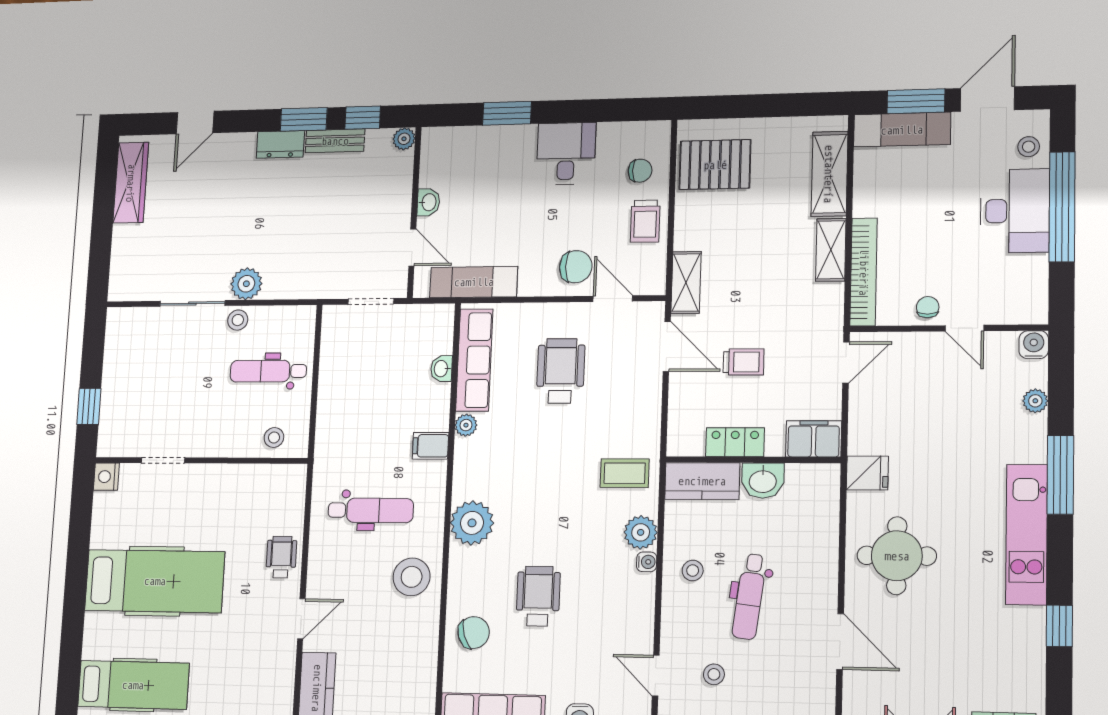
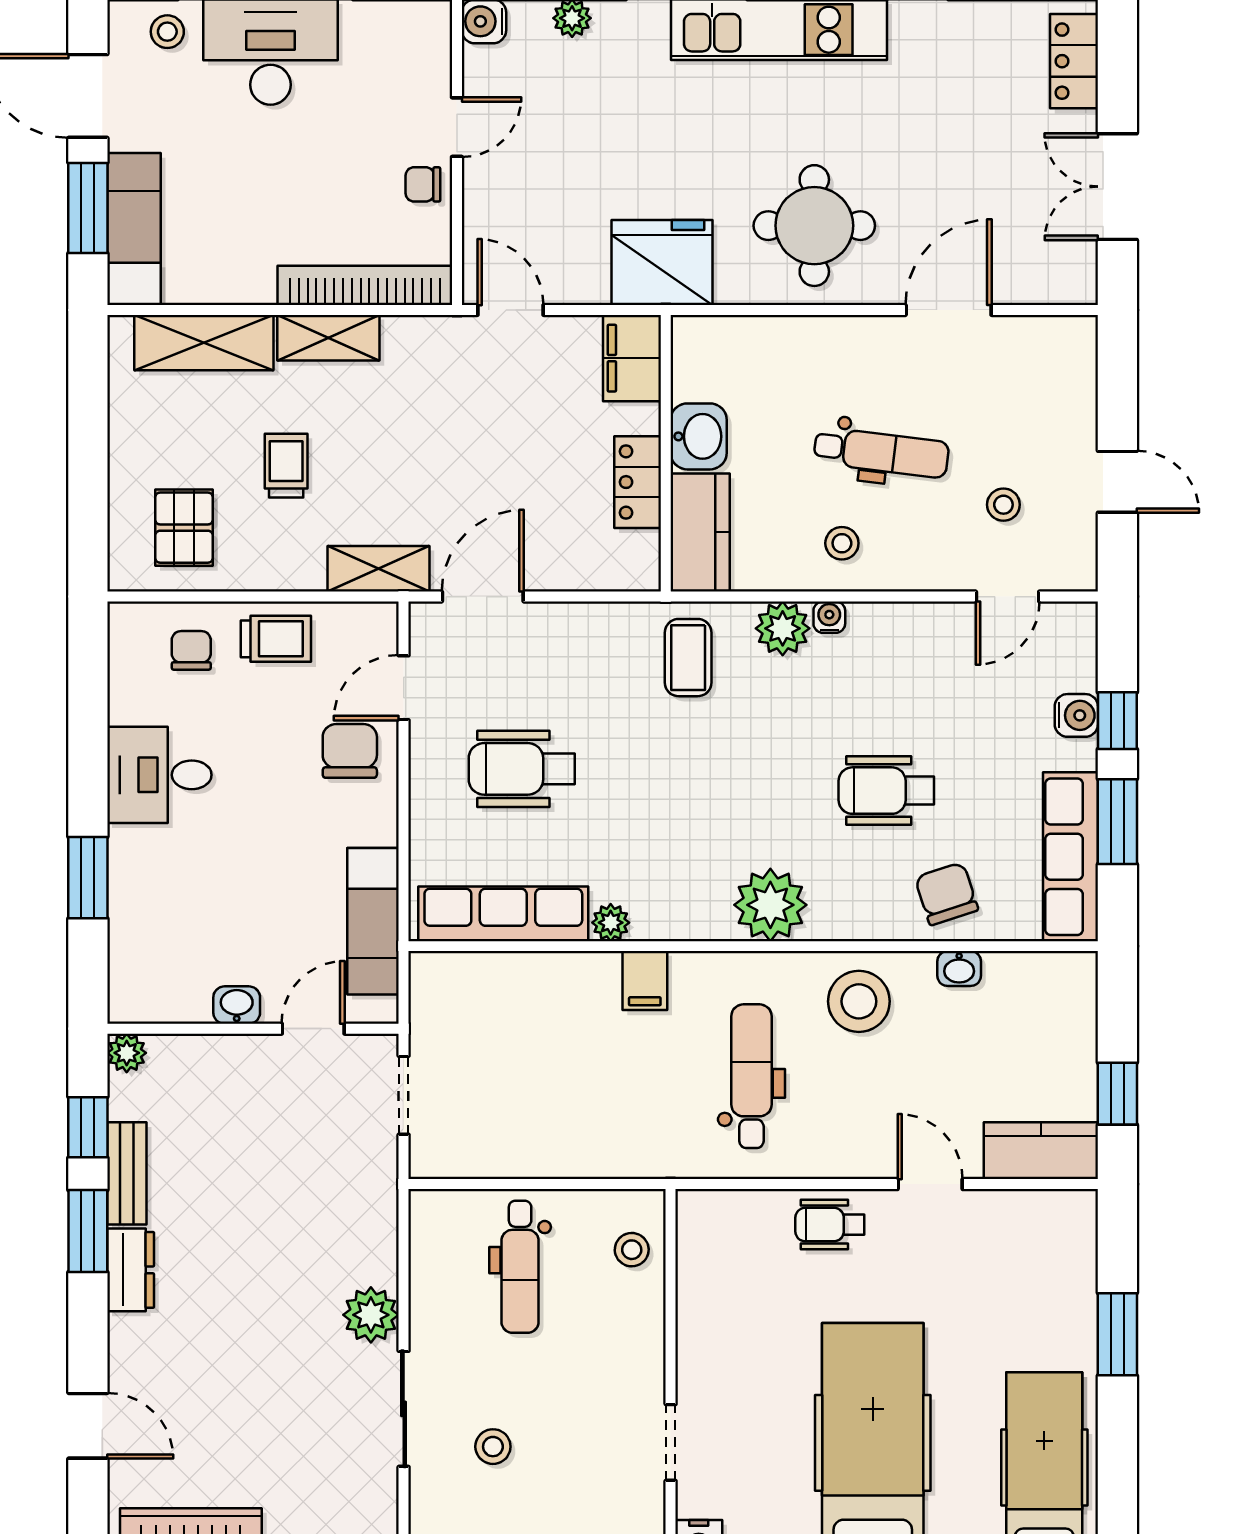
pallet: (715, 165) -> (184, 528), width x0.67, depth x0.71
stool: (238, 320) -> (493, 1447), moved
trolley: (744, 362) -> (286, 466), moved
washbasin: (441, 369) -> (959, 969), moved
fridge: (867, 473) -> (662, 262), width x1.88, depth x1.34

